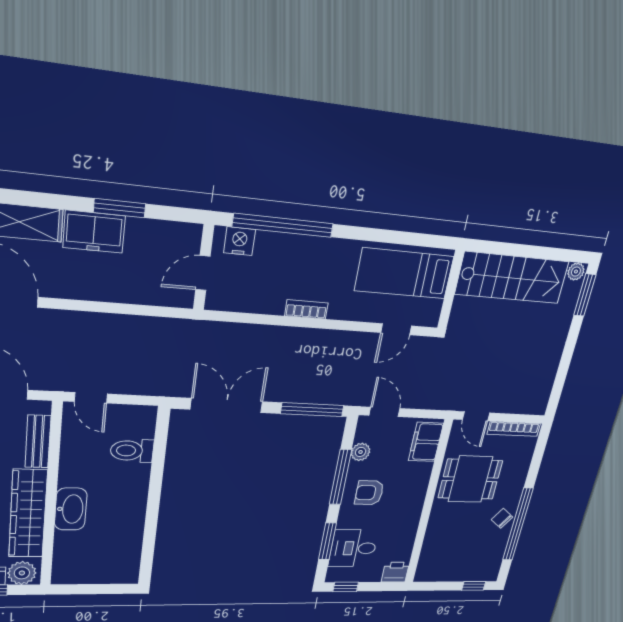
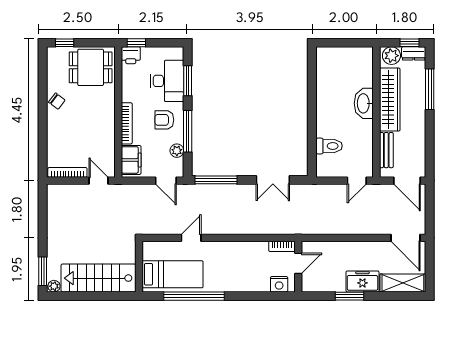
window: (283, 225) -> (194, 296), moved
bookcase: (306, 309) -> (282, 246), moved
door: (396, 329) -> (191, 238), moved
door: (91, 398) -> (357, 181), swing flipped
double door: (227, 405) -> (273, 180), width x0.73
dining table: (470, 479) -> (91, 67), moved
bookcase: (420, 489) -> (127, 123), added
armchair: (369, 493) -> (164, 120), turned 180
window: (518, 524) -> (43, 96), removed
desk: (353, 548) -> (167, 81), width x1.37
window: (346, 587) -> (136, 43), moved

